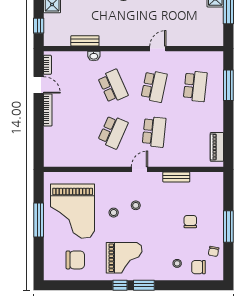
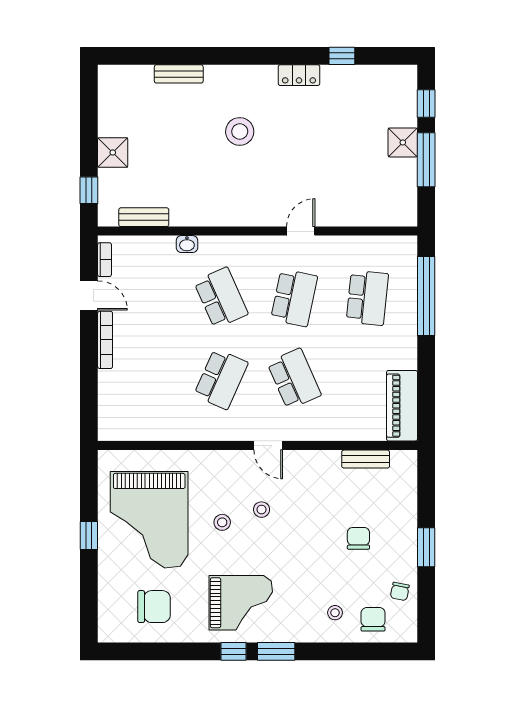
bench: (85, 41) -> (144, 217), moved
window: (228, 85) -> (426, 296), width x1.46
school desk: (154, 132) -> (294, 379), turned -30
piano: (217, 147) -> (402, 406), width x1.37, depth x1.33
door: (140, 169) -> (268, 446), swing flipped
bench: (176, 177) -> (366, 459), moved
window: (39, 220) -> (89, 536), width x0.46
window: (228, 227) -> (426, 547), width x0.69
chair: (199, 267) -> (373, 619), turned 90

